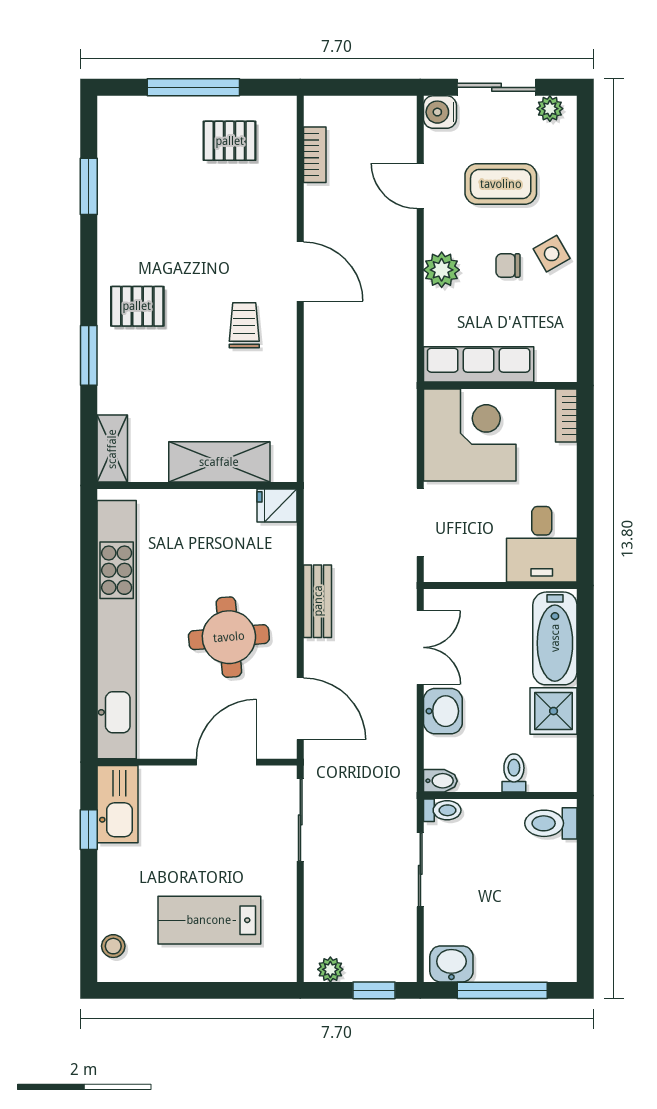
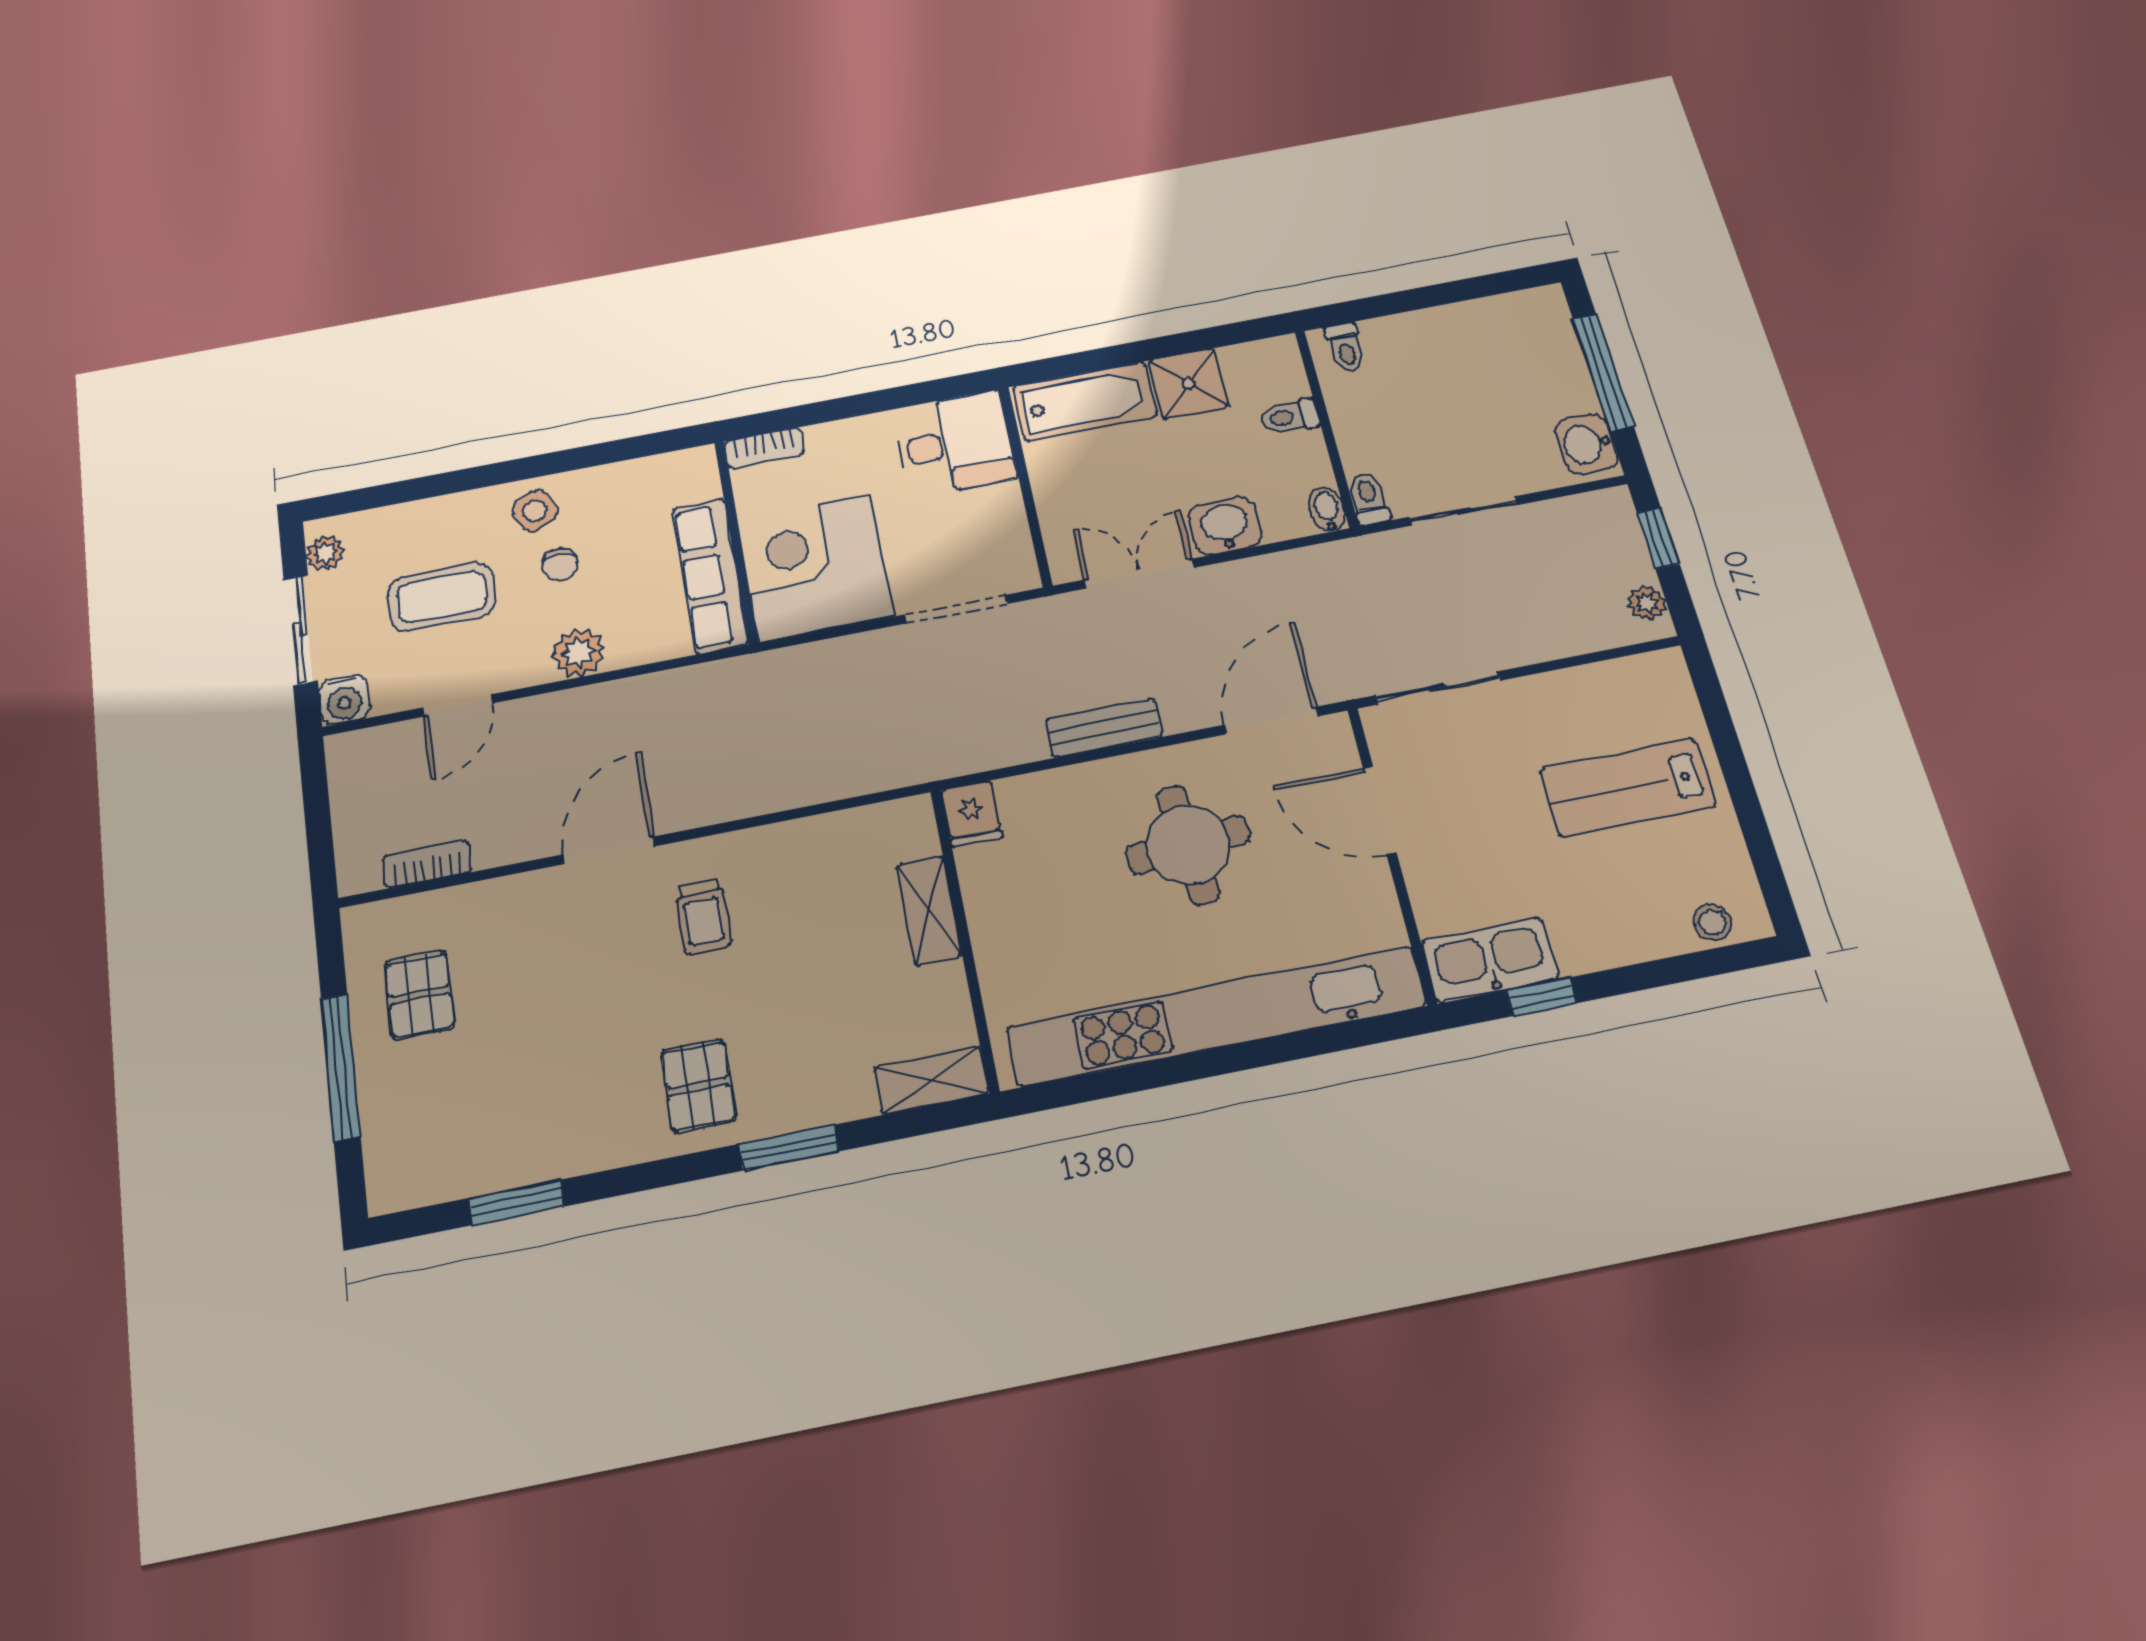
coffee table: (501, 184) -> (442, 597), turned 90
trolley: (244, 325) -> (703, 917), turned -90
shelving: (219, 462) -> (929, 910), width x0.67, depth x0.75
toilet: (551, 823) -> (1345, 348), width x0.73, depth x0.72
lab bench: (209, 920) -> (1627, 788), turned 90

